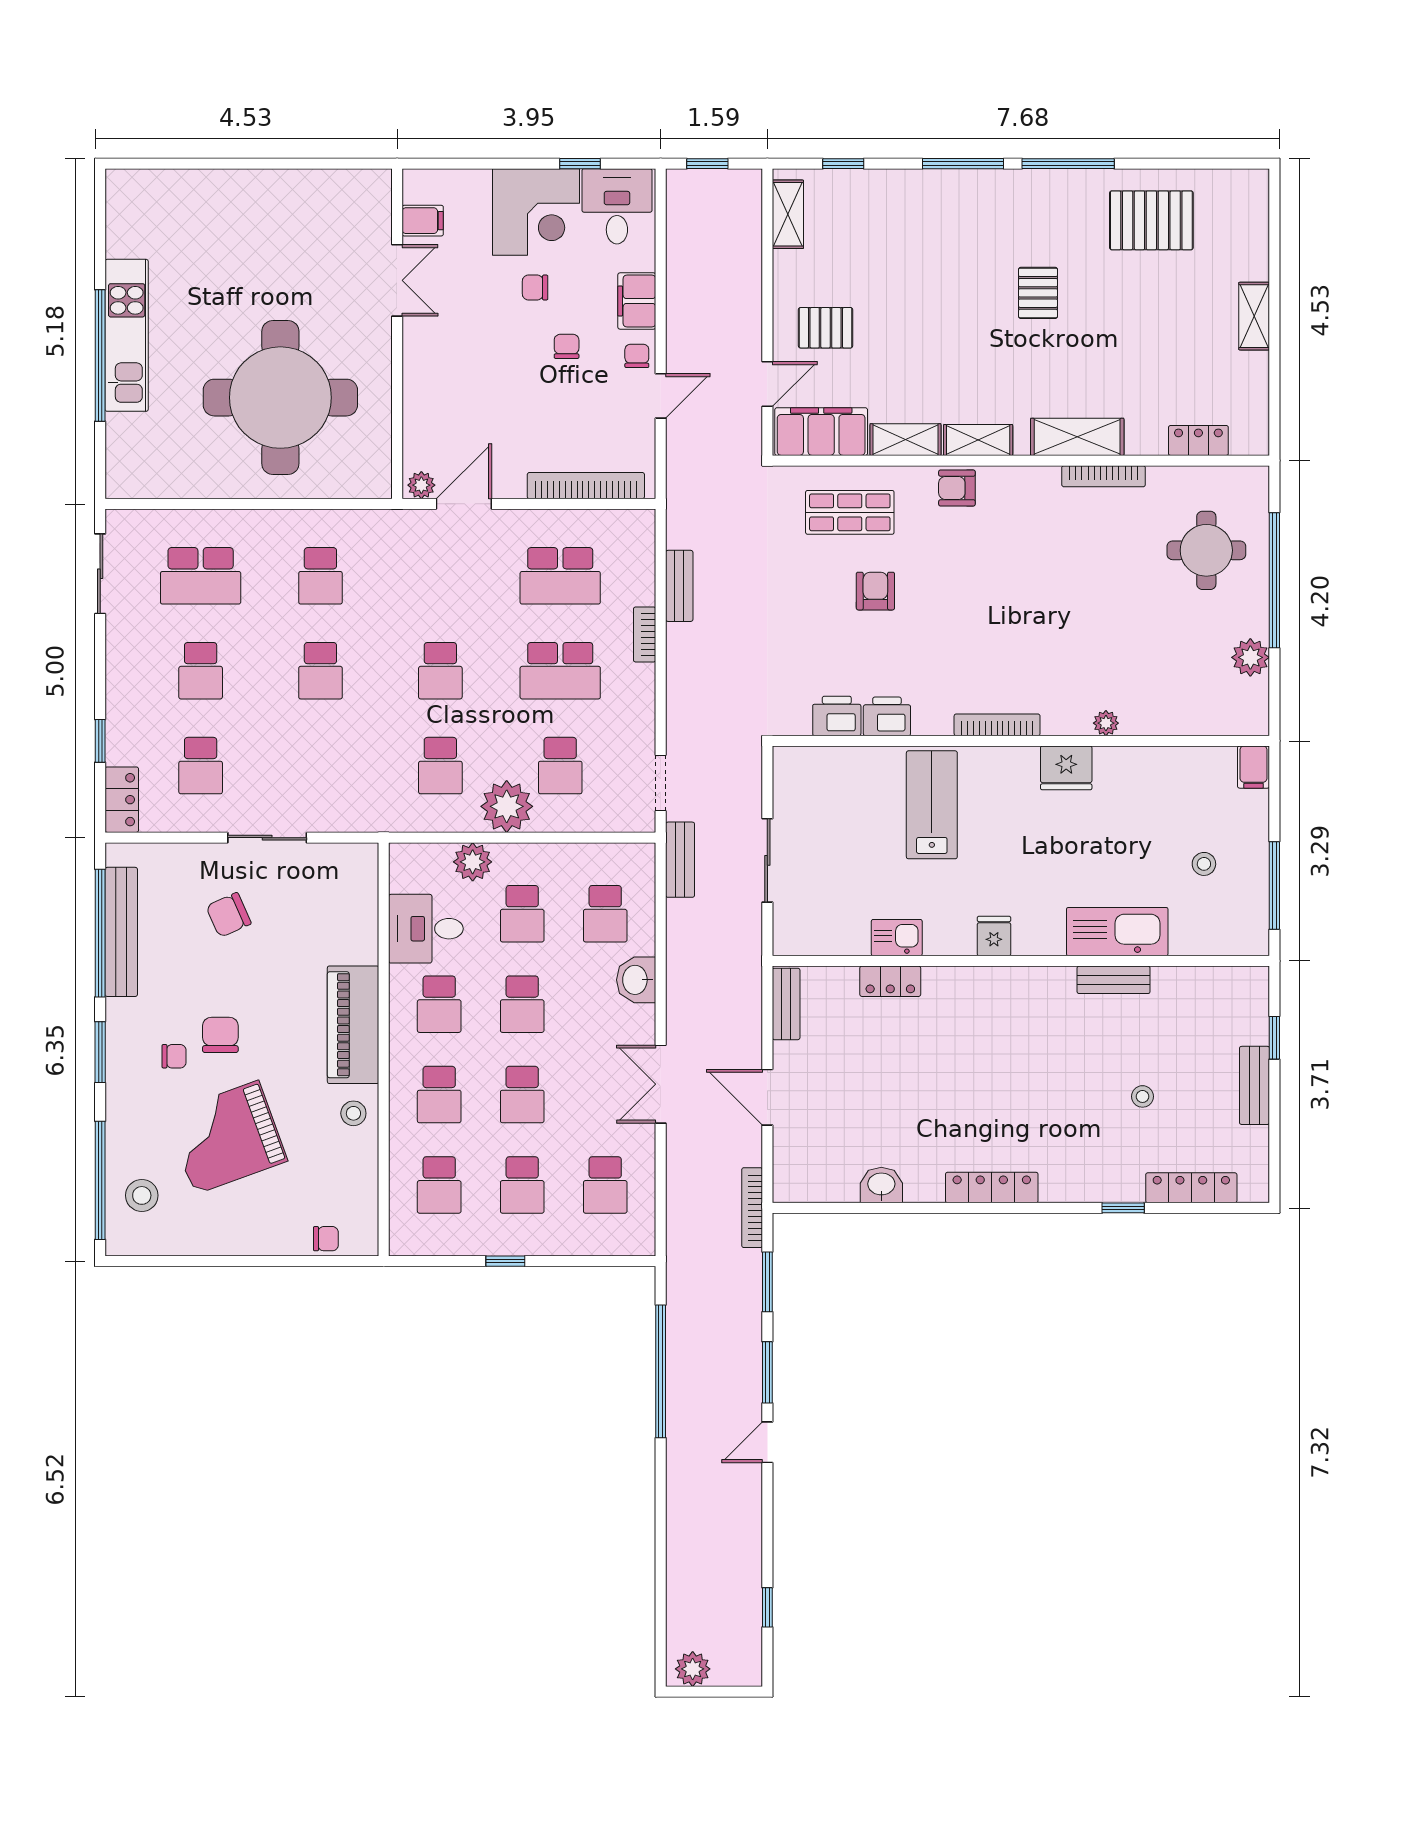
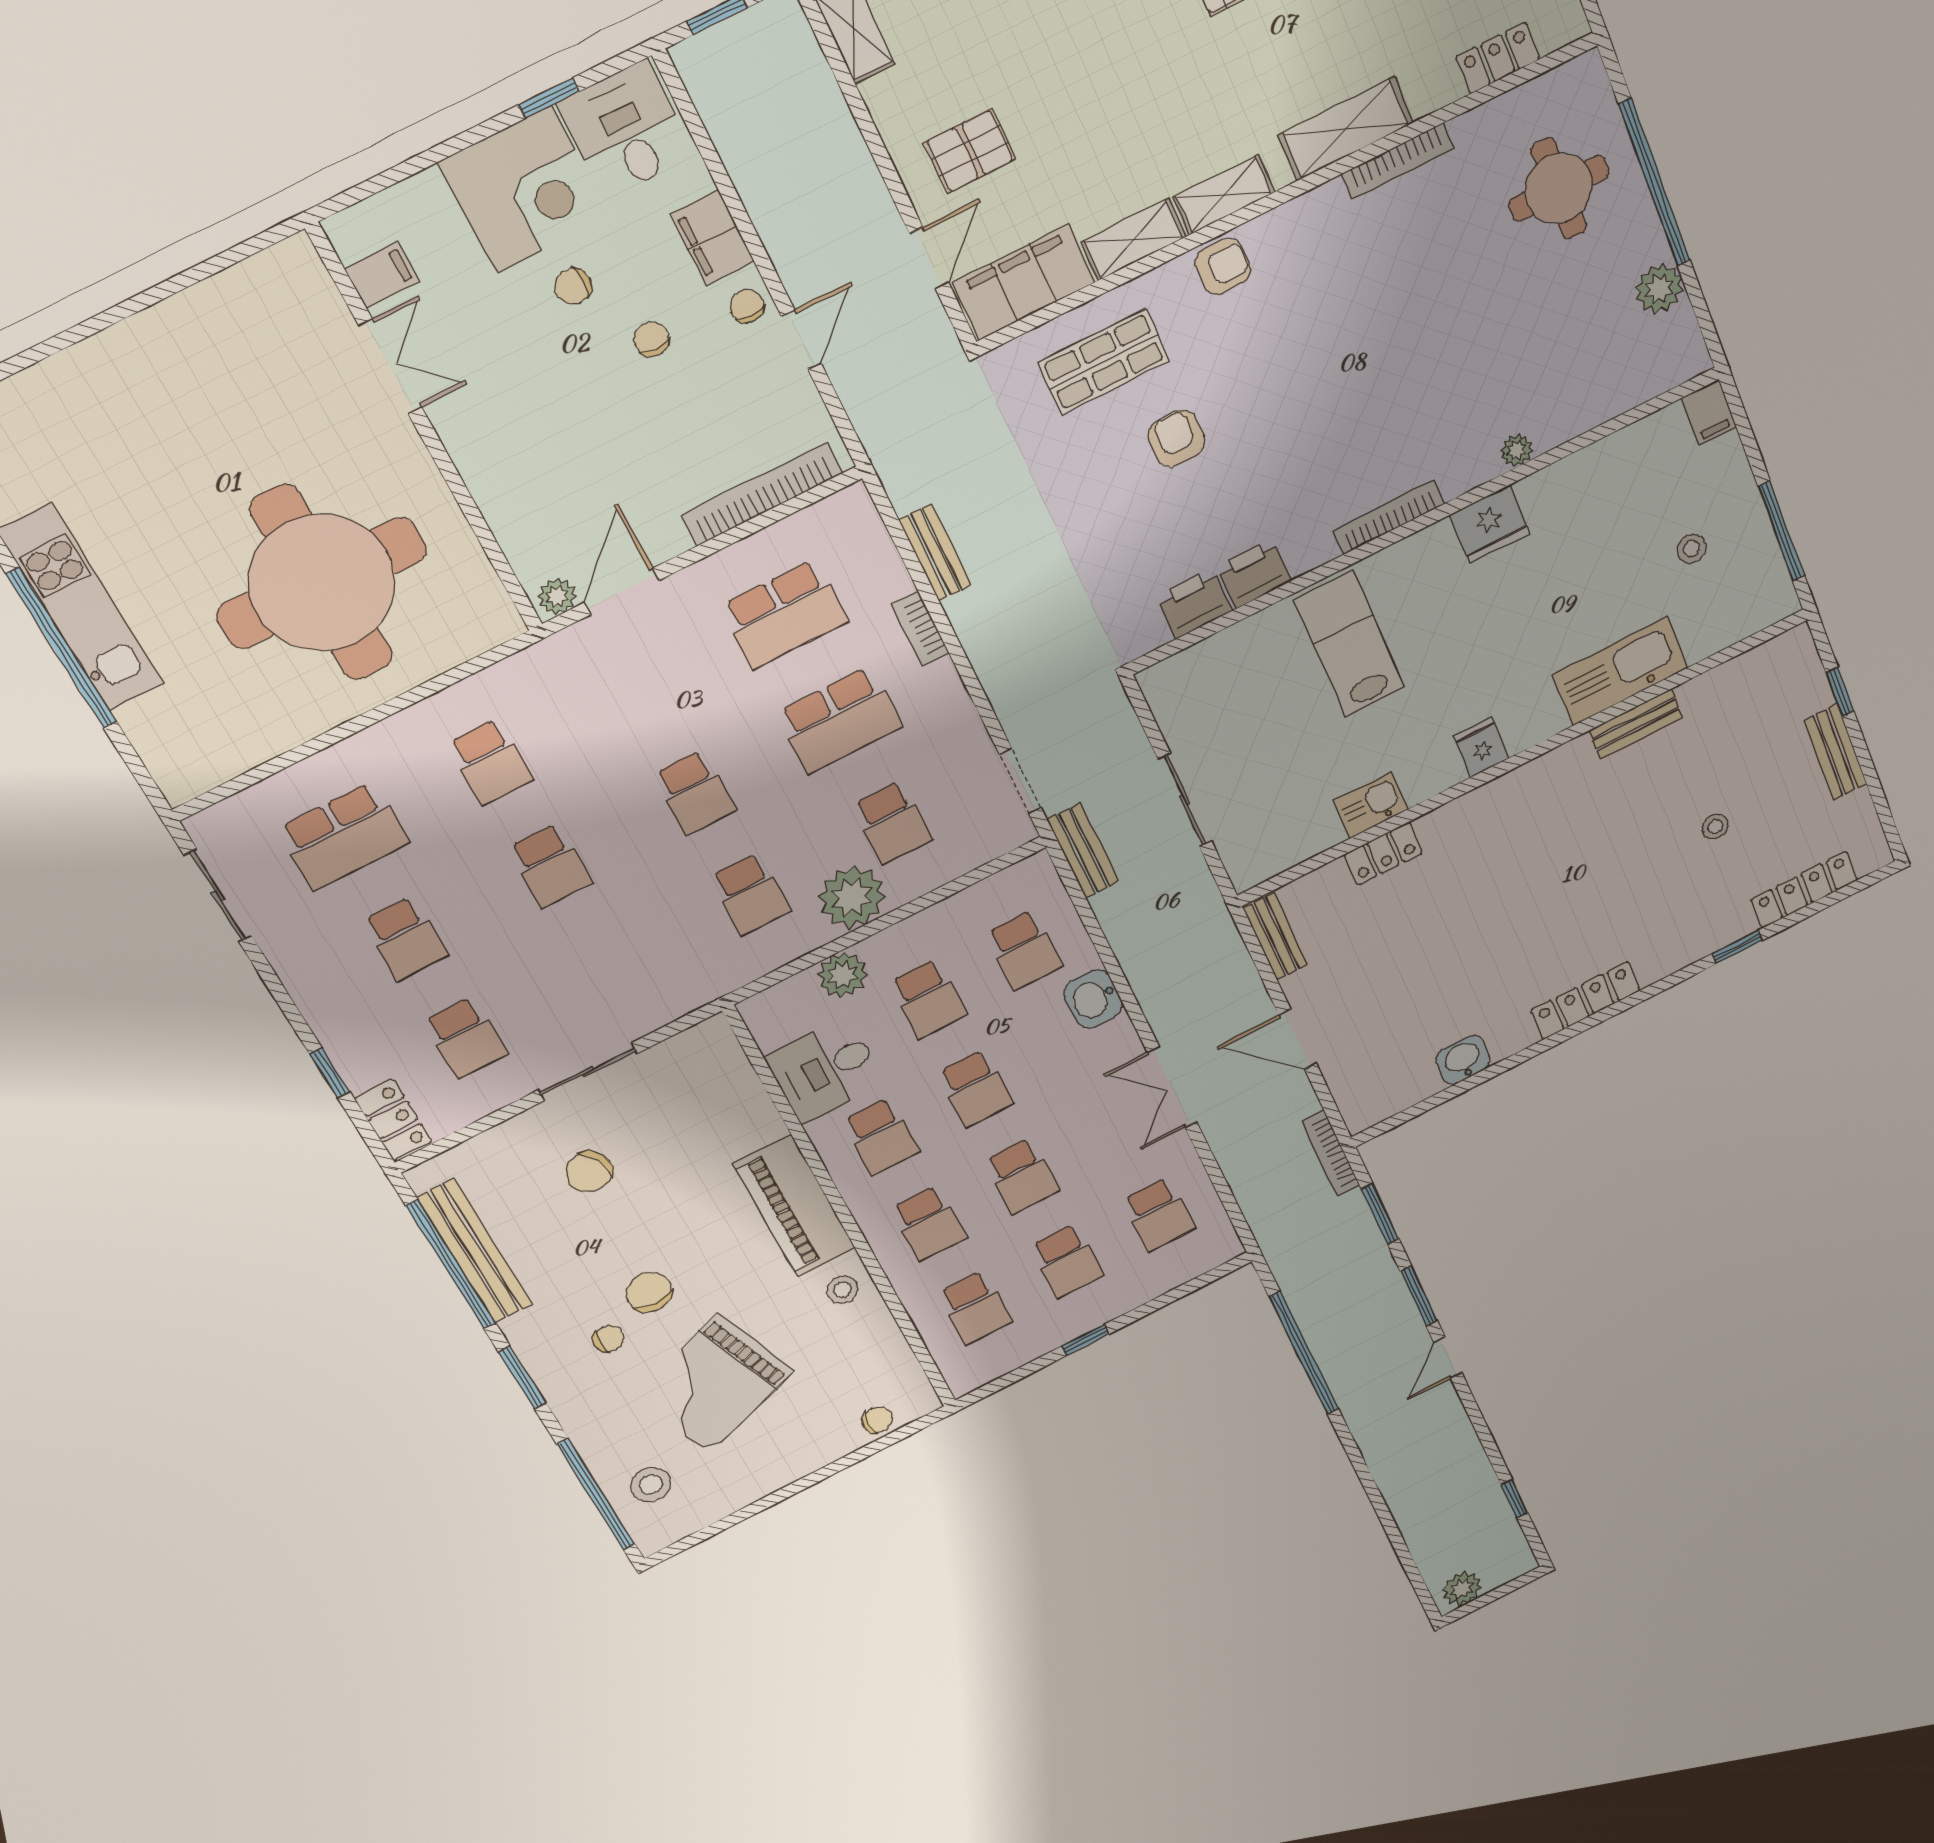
armchair: (957, 488) -> (1223, 266), turned 180

